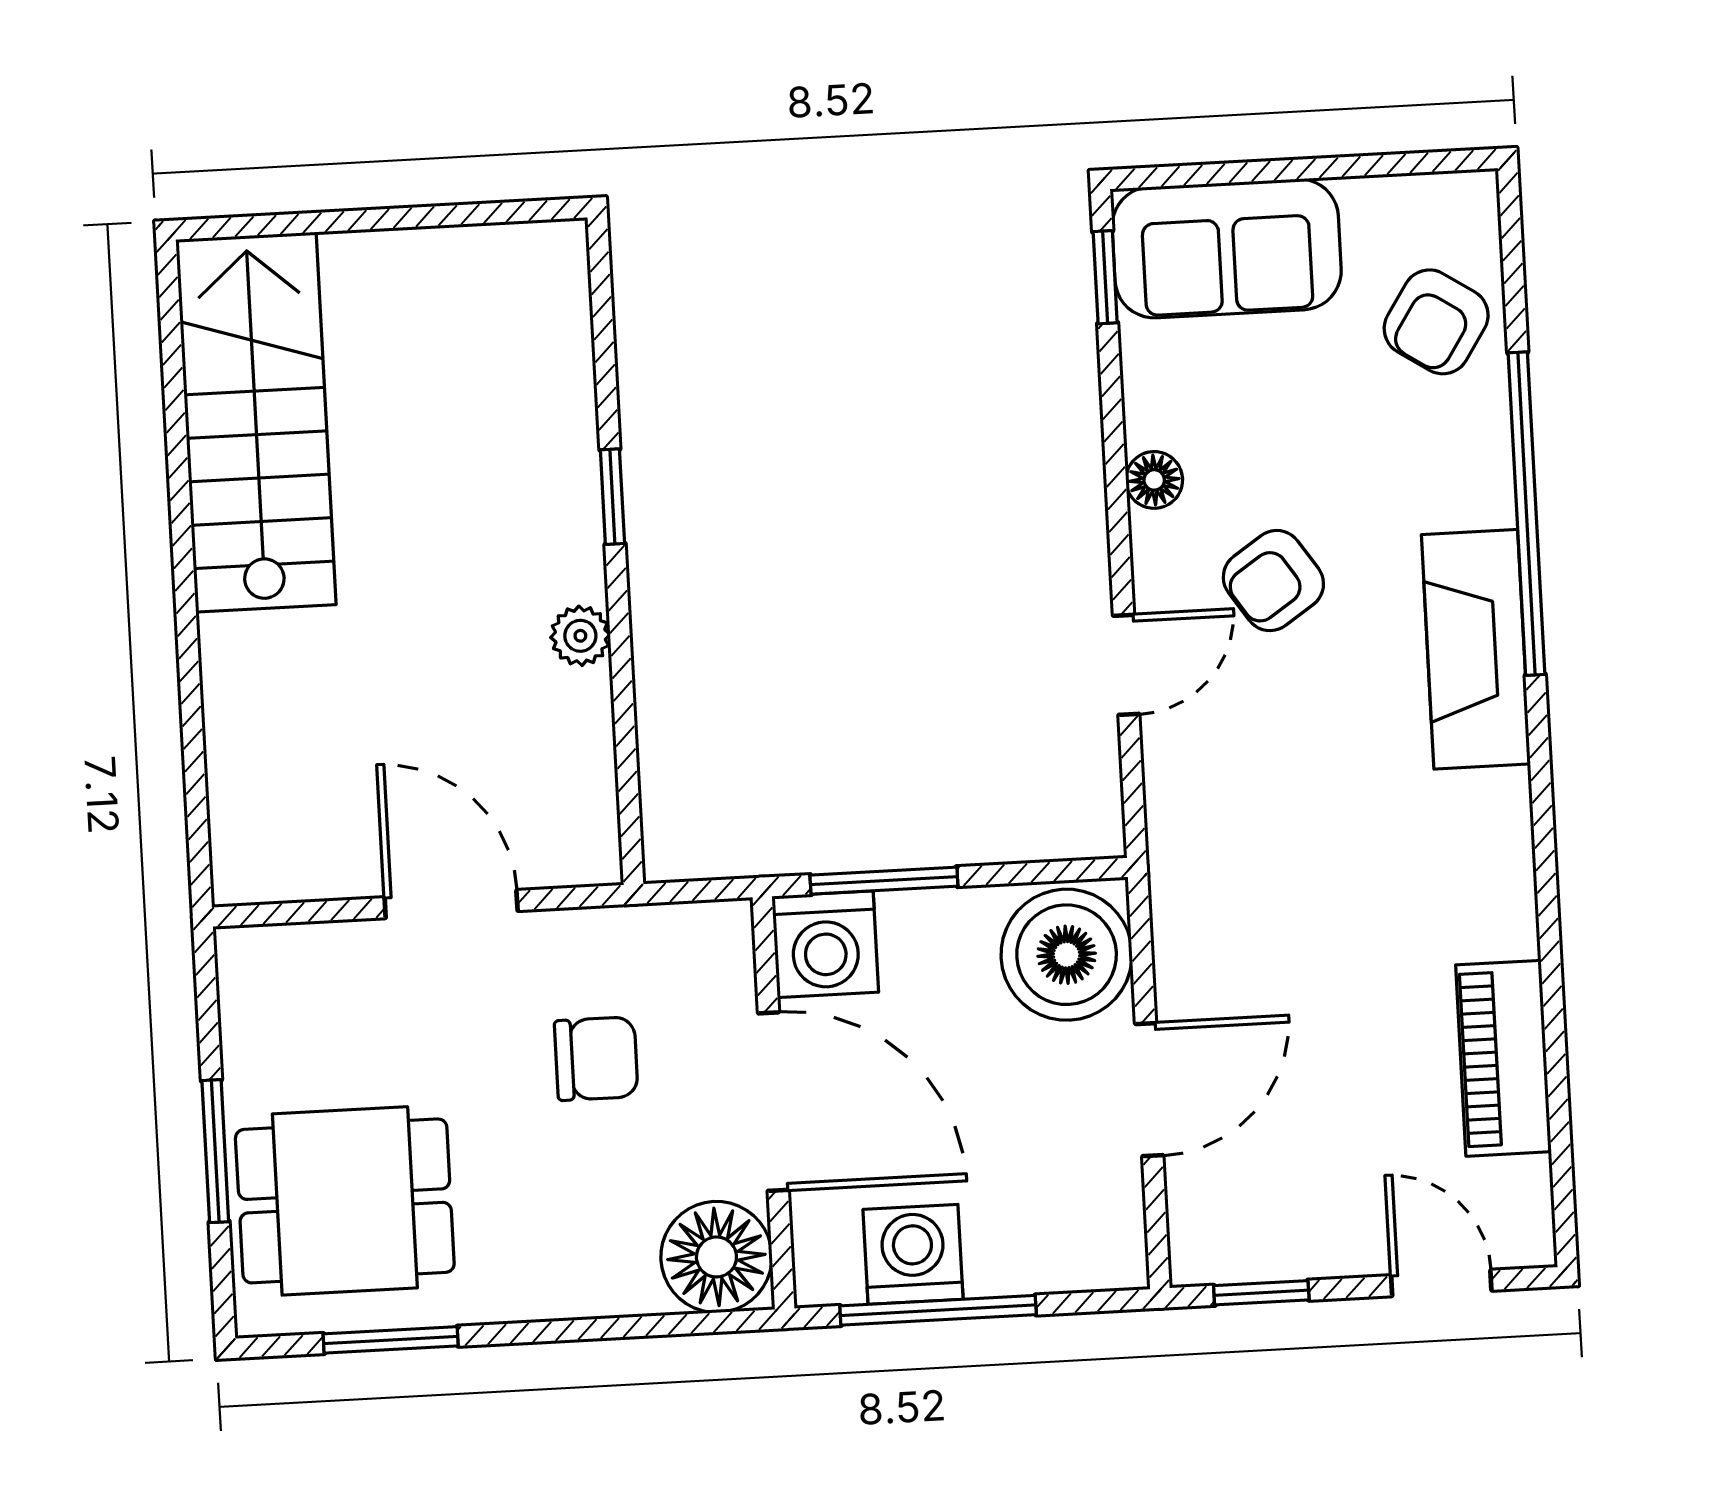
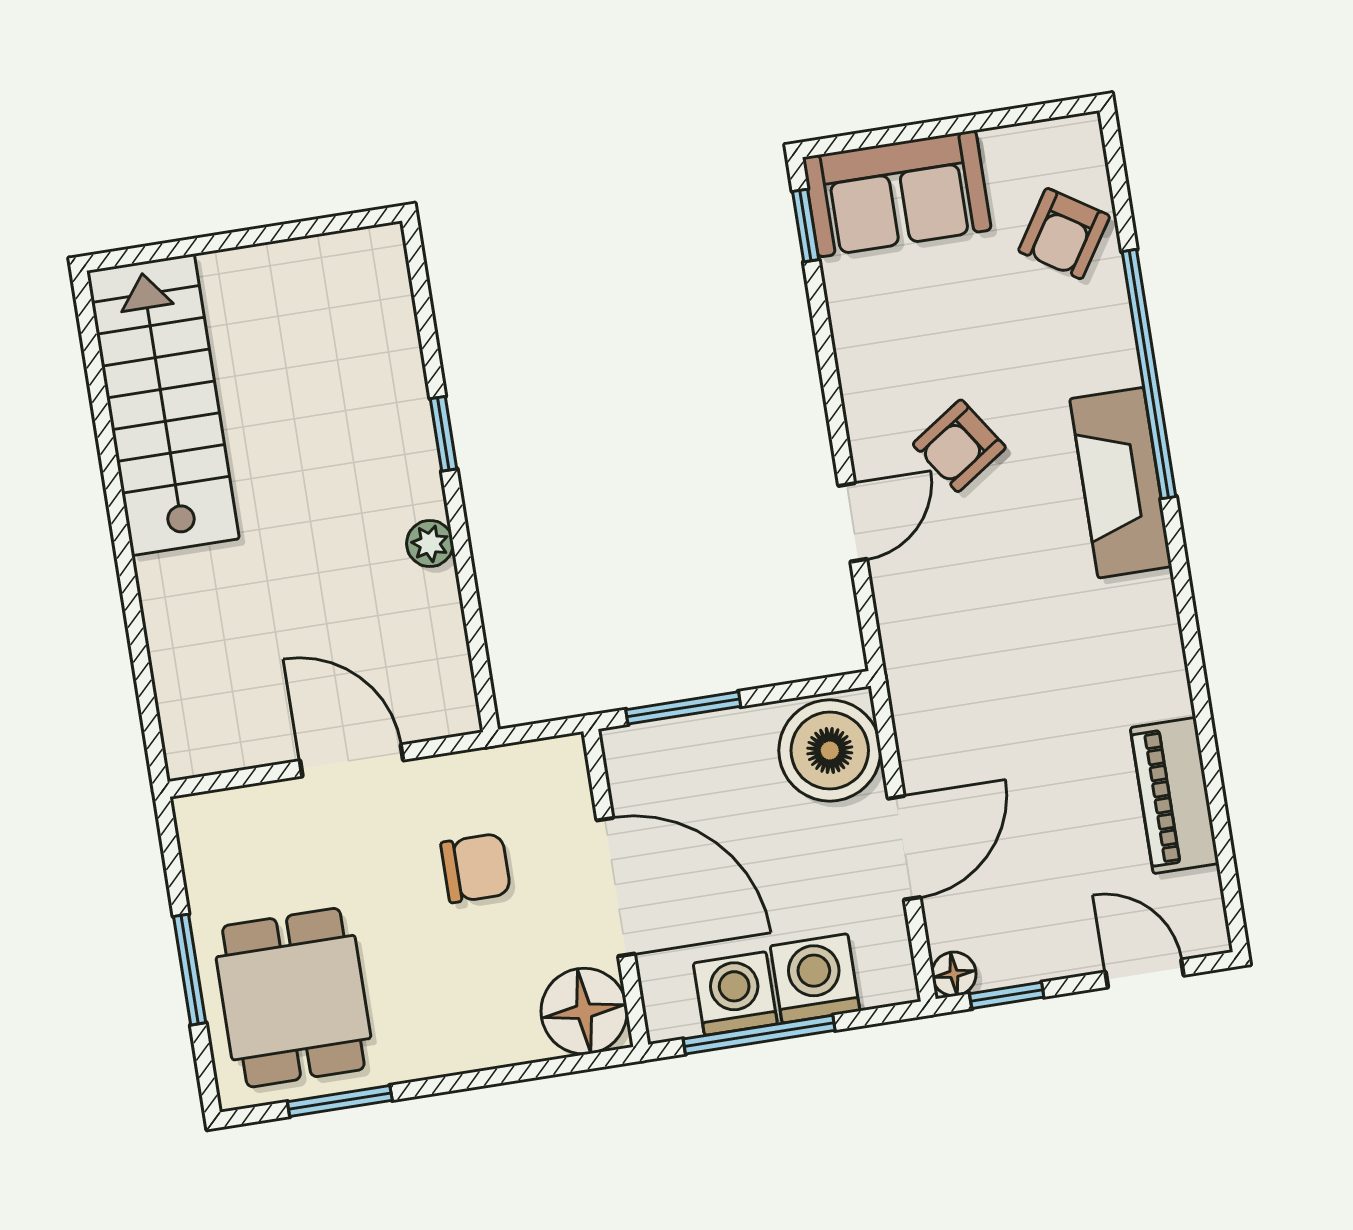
floor lamp: (1154, 480) -> (954, 974), moved
washing machine: (825, 944) -> (815, 978), moved, turned 180
dining table: (345, 1201) -> (293, 998), turned 90

